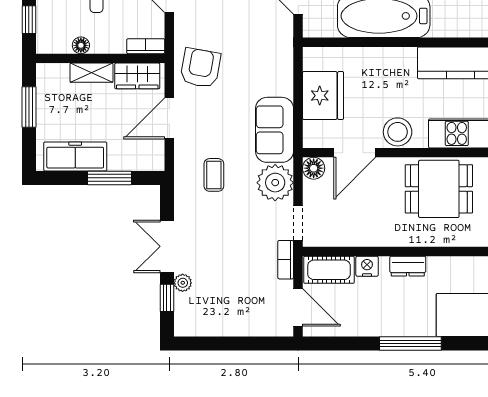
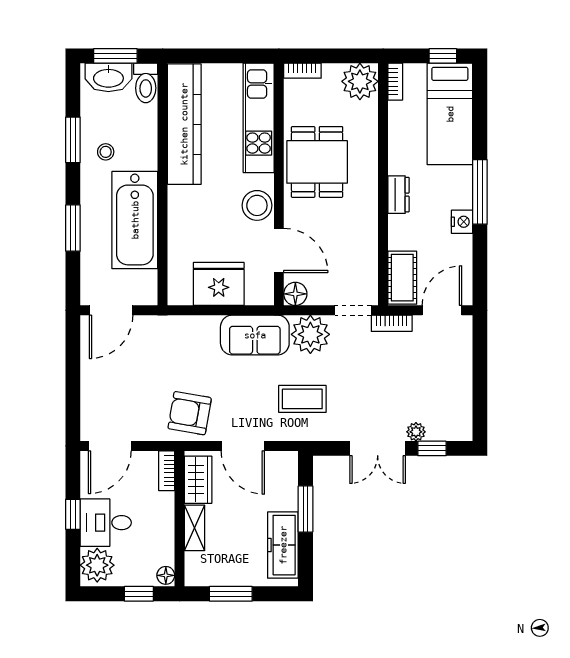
floor lamp: (81, 45) -> (166, 575), moved
coffee table: (214, 175) -> (302, 399), width x1.36, depth x1.30
nightstand: (367, 266) -> (462, 222), moved, turned 180

